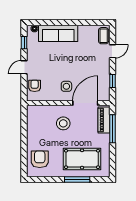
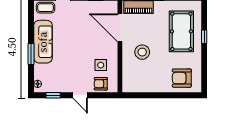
window: (61, 23) -> (31, 54), added
sofa: (58, 33) -> (43, 42), moved
side table: (66, 86) -> (101, 65), moved
window: (77, 180) -> (204, 37), width x0.46

